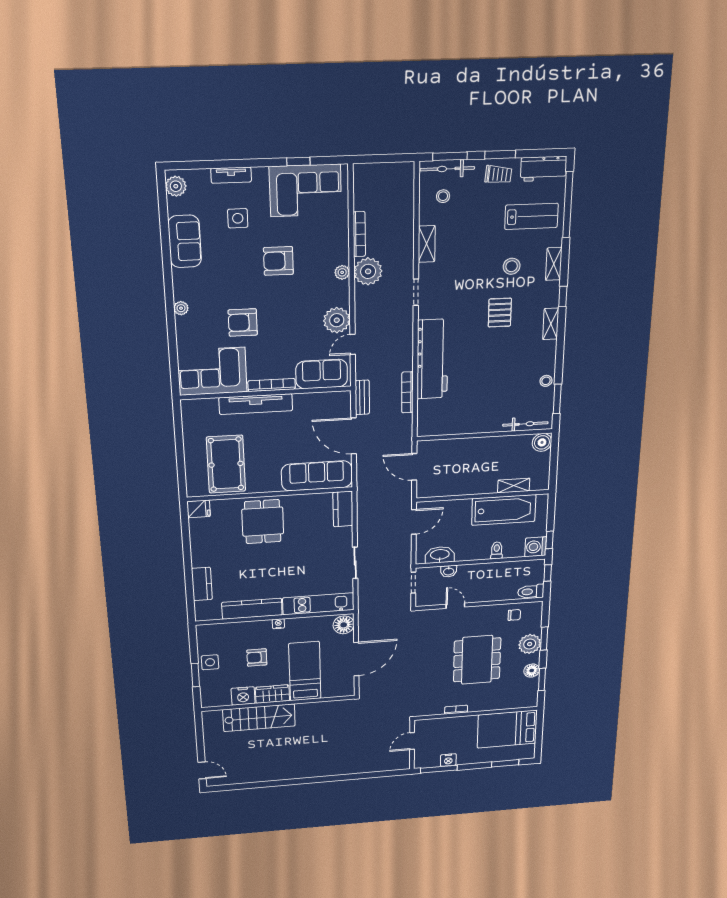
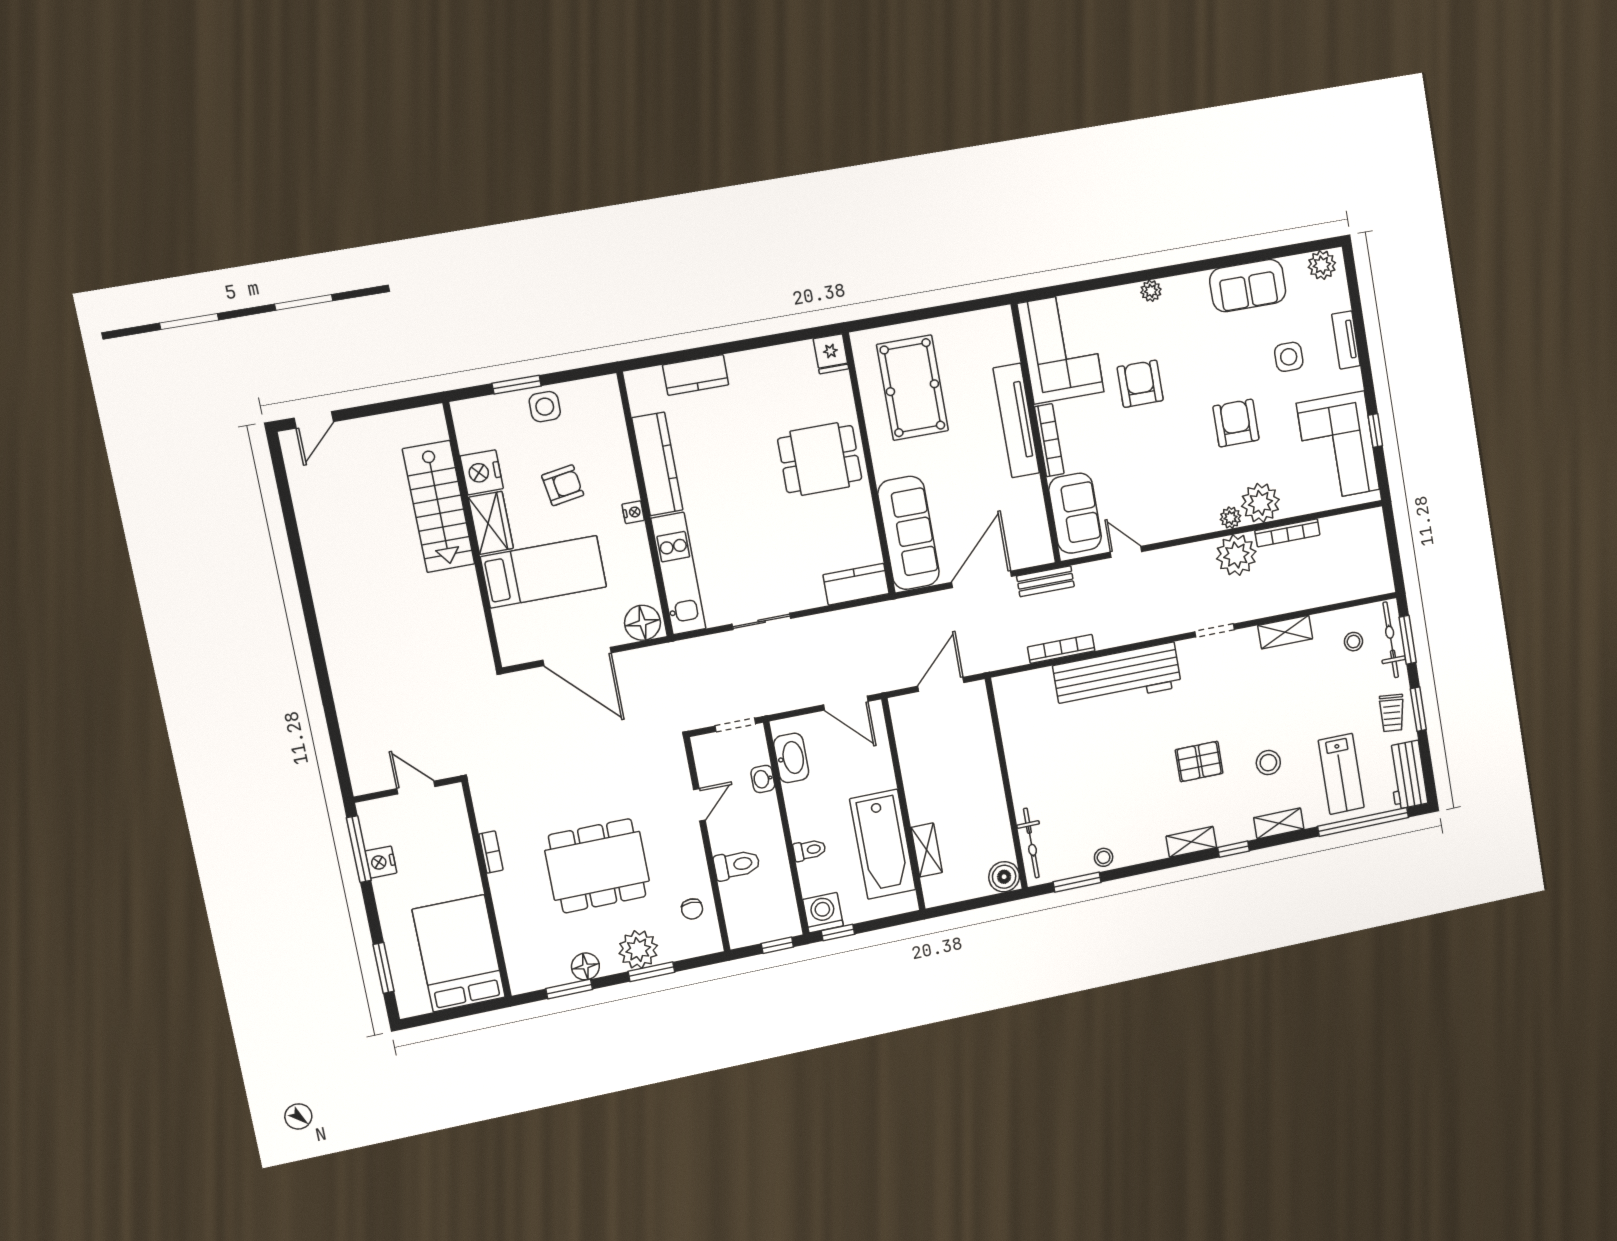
plant: (337, 320) -> (1260, 503), moved
pool table: (226, 464) -> (912, 388), turned 90
toilet: (531, 592) -> (737, 865), moved, turned 90
armchair: (257, 657) -> (563, 485), turned 81

